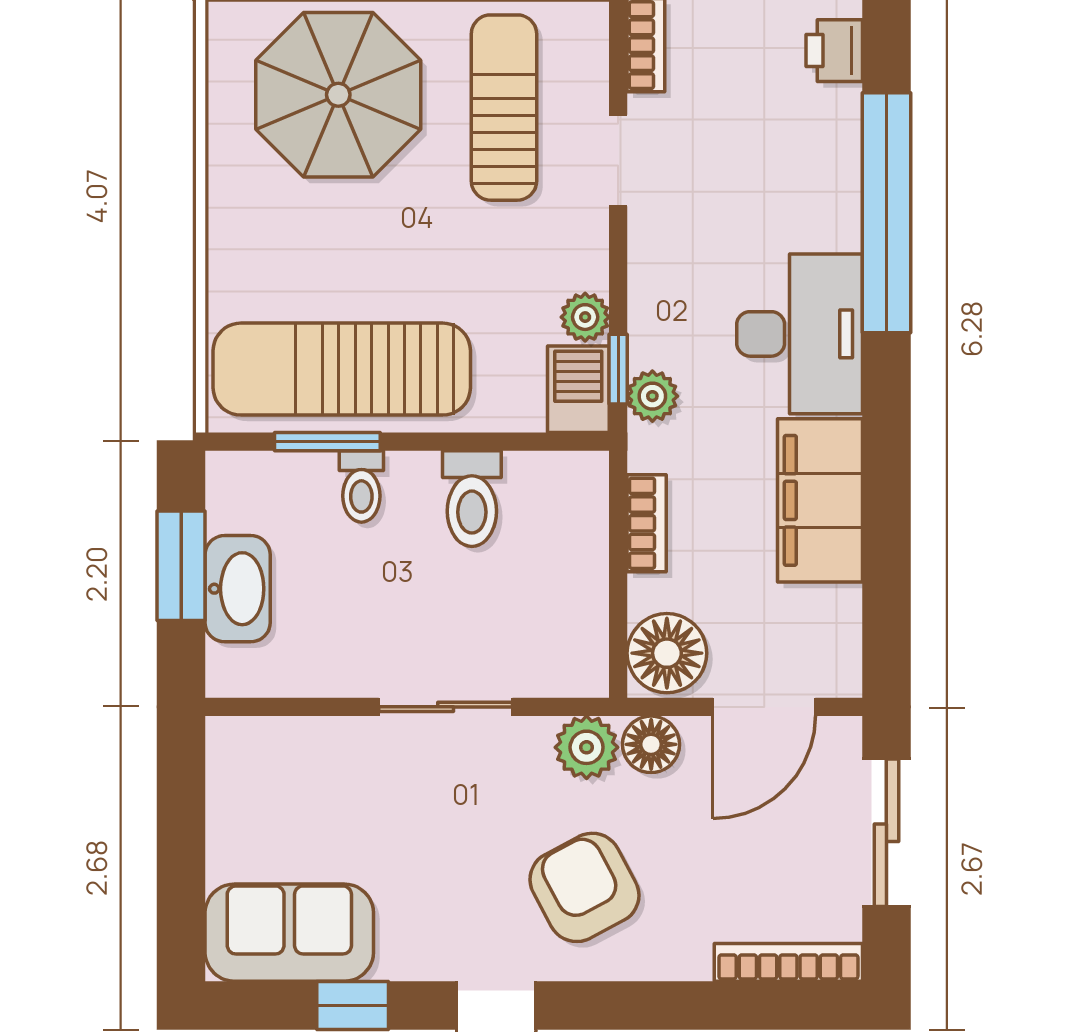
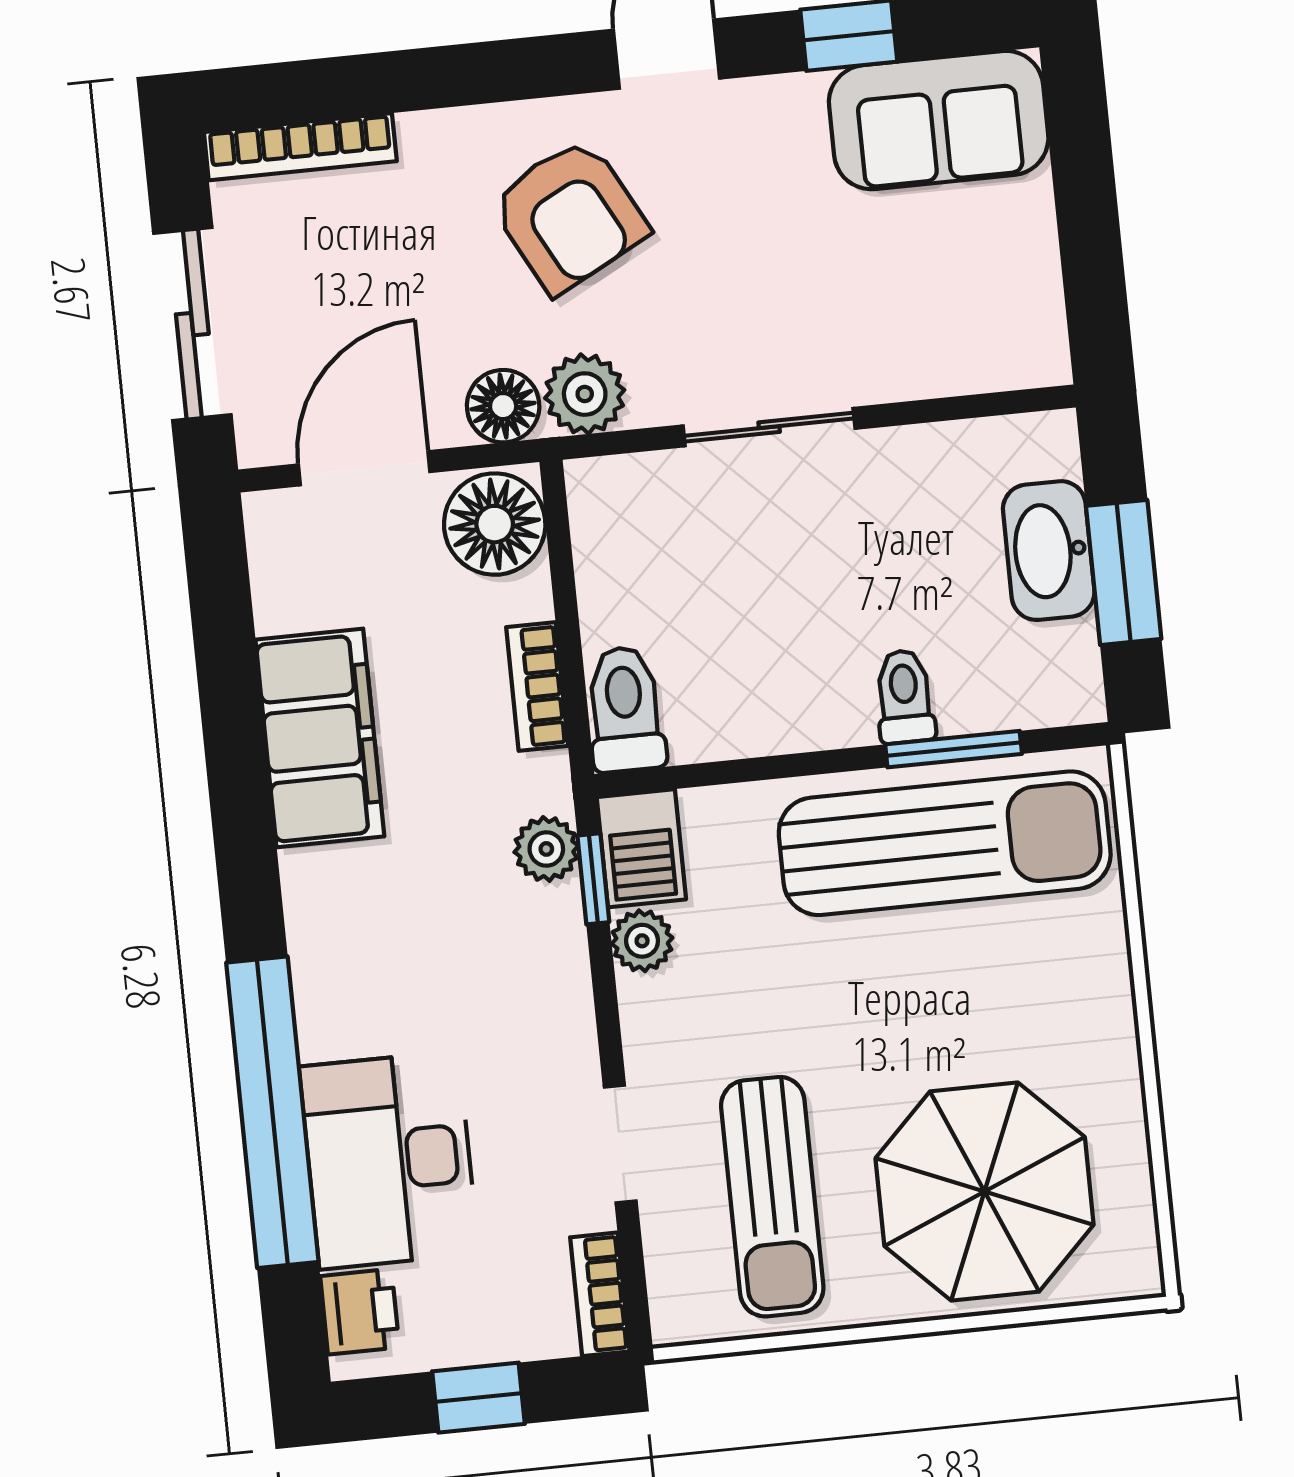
desk: (800, 334) -> (389, 1160), moved
toilet: (472, 499) -> (625, 709), moved

